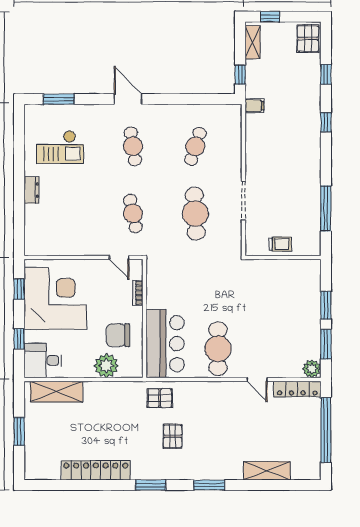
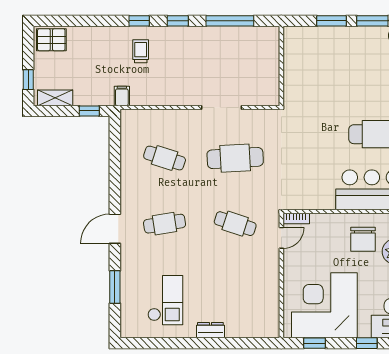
window: (326, 74) -> (178, 21), moved
window: (59, 99) -> (115, 287), moved
cafe table: (133, 214) -> (235, 224), turned 30
trolley: (280, 244) -> (141, 51), moved
bookcase: (138, 293) -> (296, 219), moved

